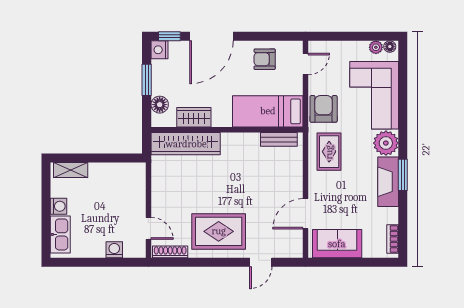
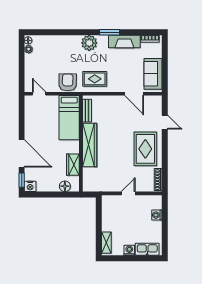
armchair: (265, 59) -> (36, 120), removed
window: (147, 80) -> (49, 194), removed
corner sofa: (374, 95) -> (59, 50), removed
armchair: (324, 109) -> (68, 82), turned 91
wardrobe: (186, 144) -> (90, 145), moved
fireplace: (388, 182) -> (124, 42), moved
door: (148, 228) -> (128, 193), moved

